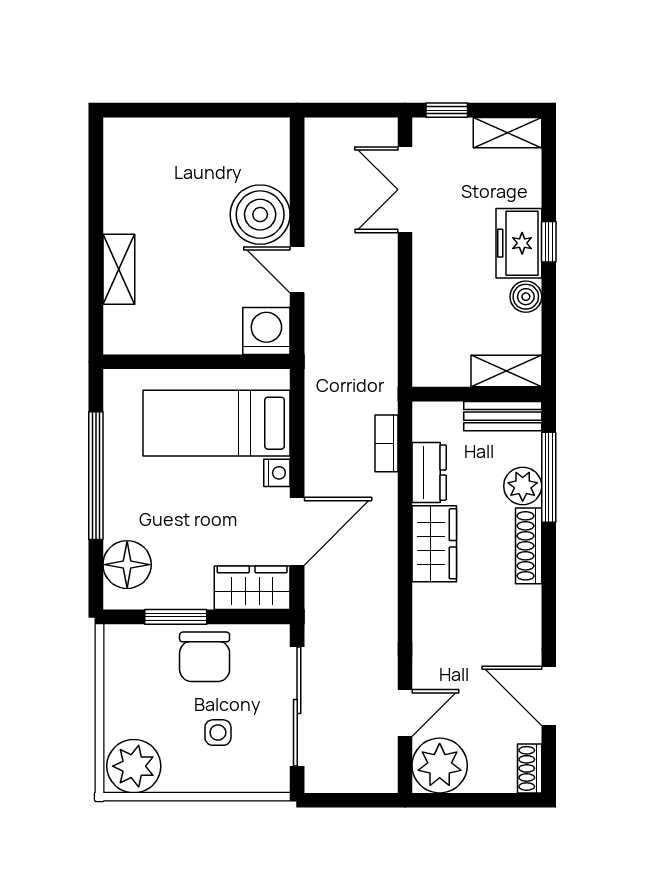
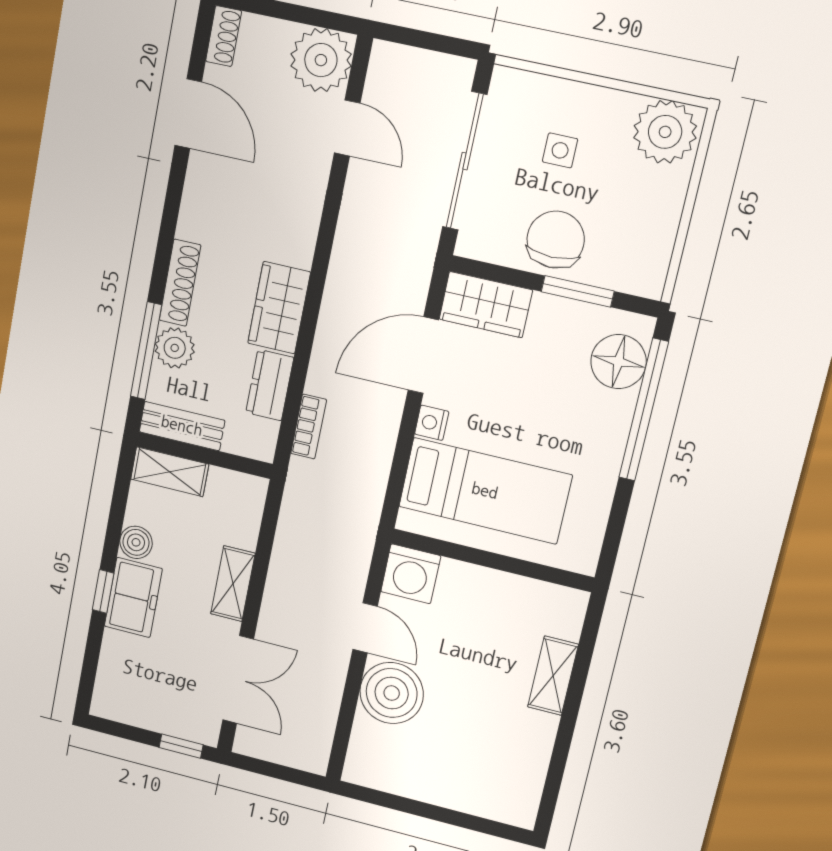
shelving: (508, 133) -> (233, 584), moved, turned 90
window: (96, 476) -> (644, 410), moved
door: (405, 713) -> (347, 128), swing flipped

